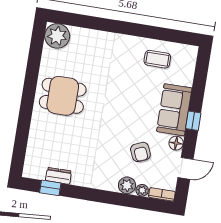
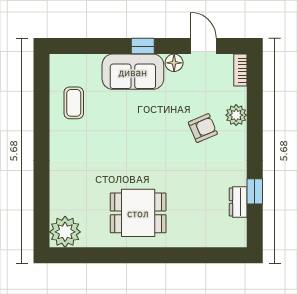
dining table: (63, 96) -> (138, 213), turned 90
armchair: (140, 152) -> (203, 128), moved
window: (50, 188) -> (255, 191), moved
plant: (142, 190) -> (239, 95), removed

